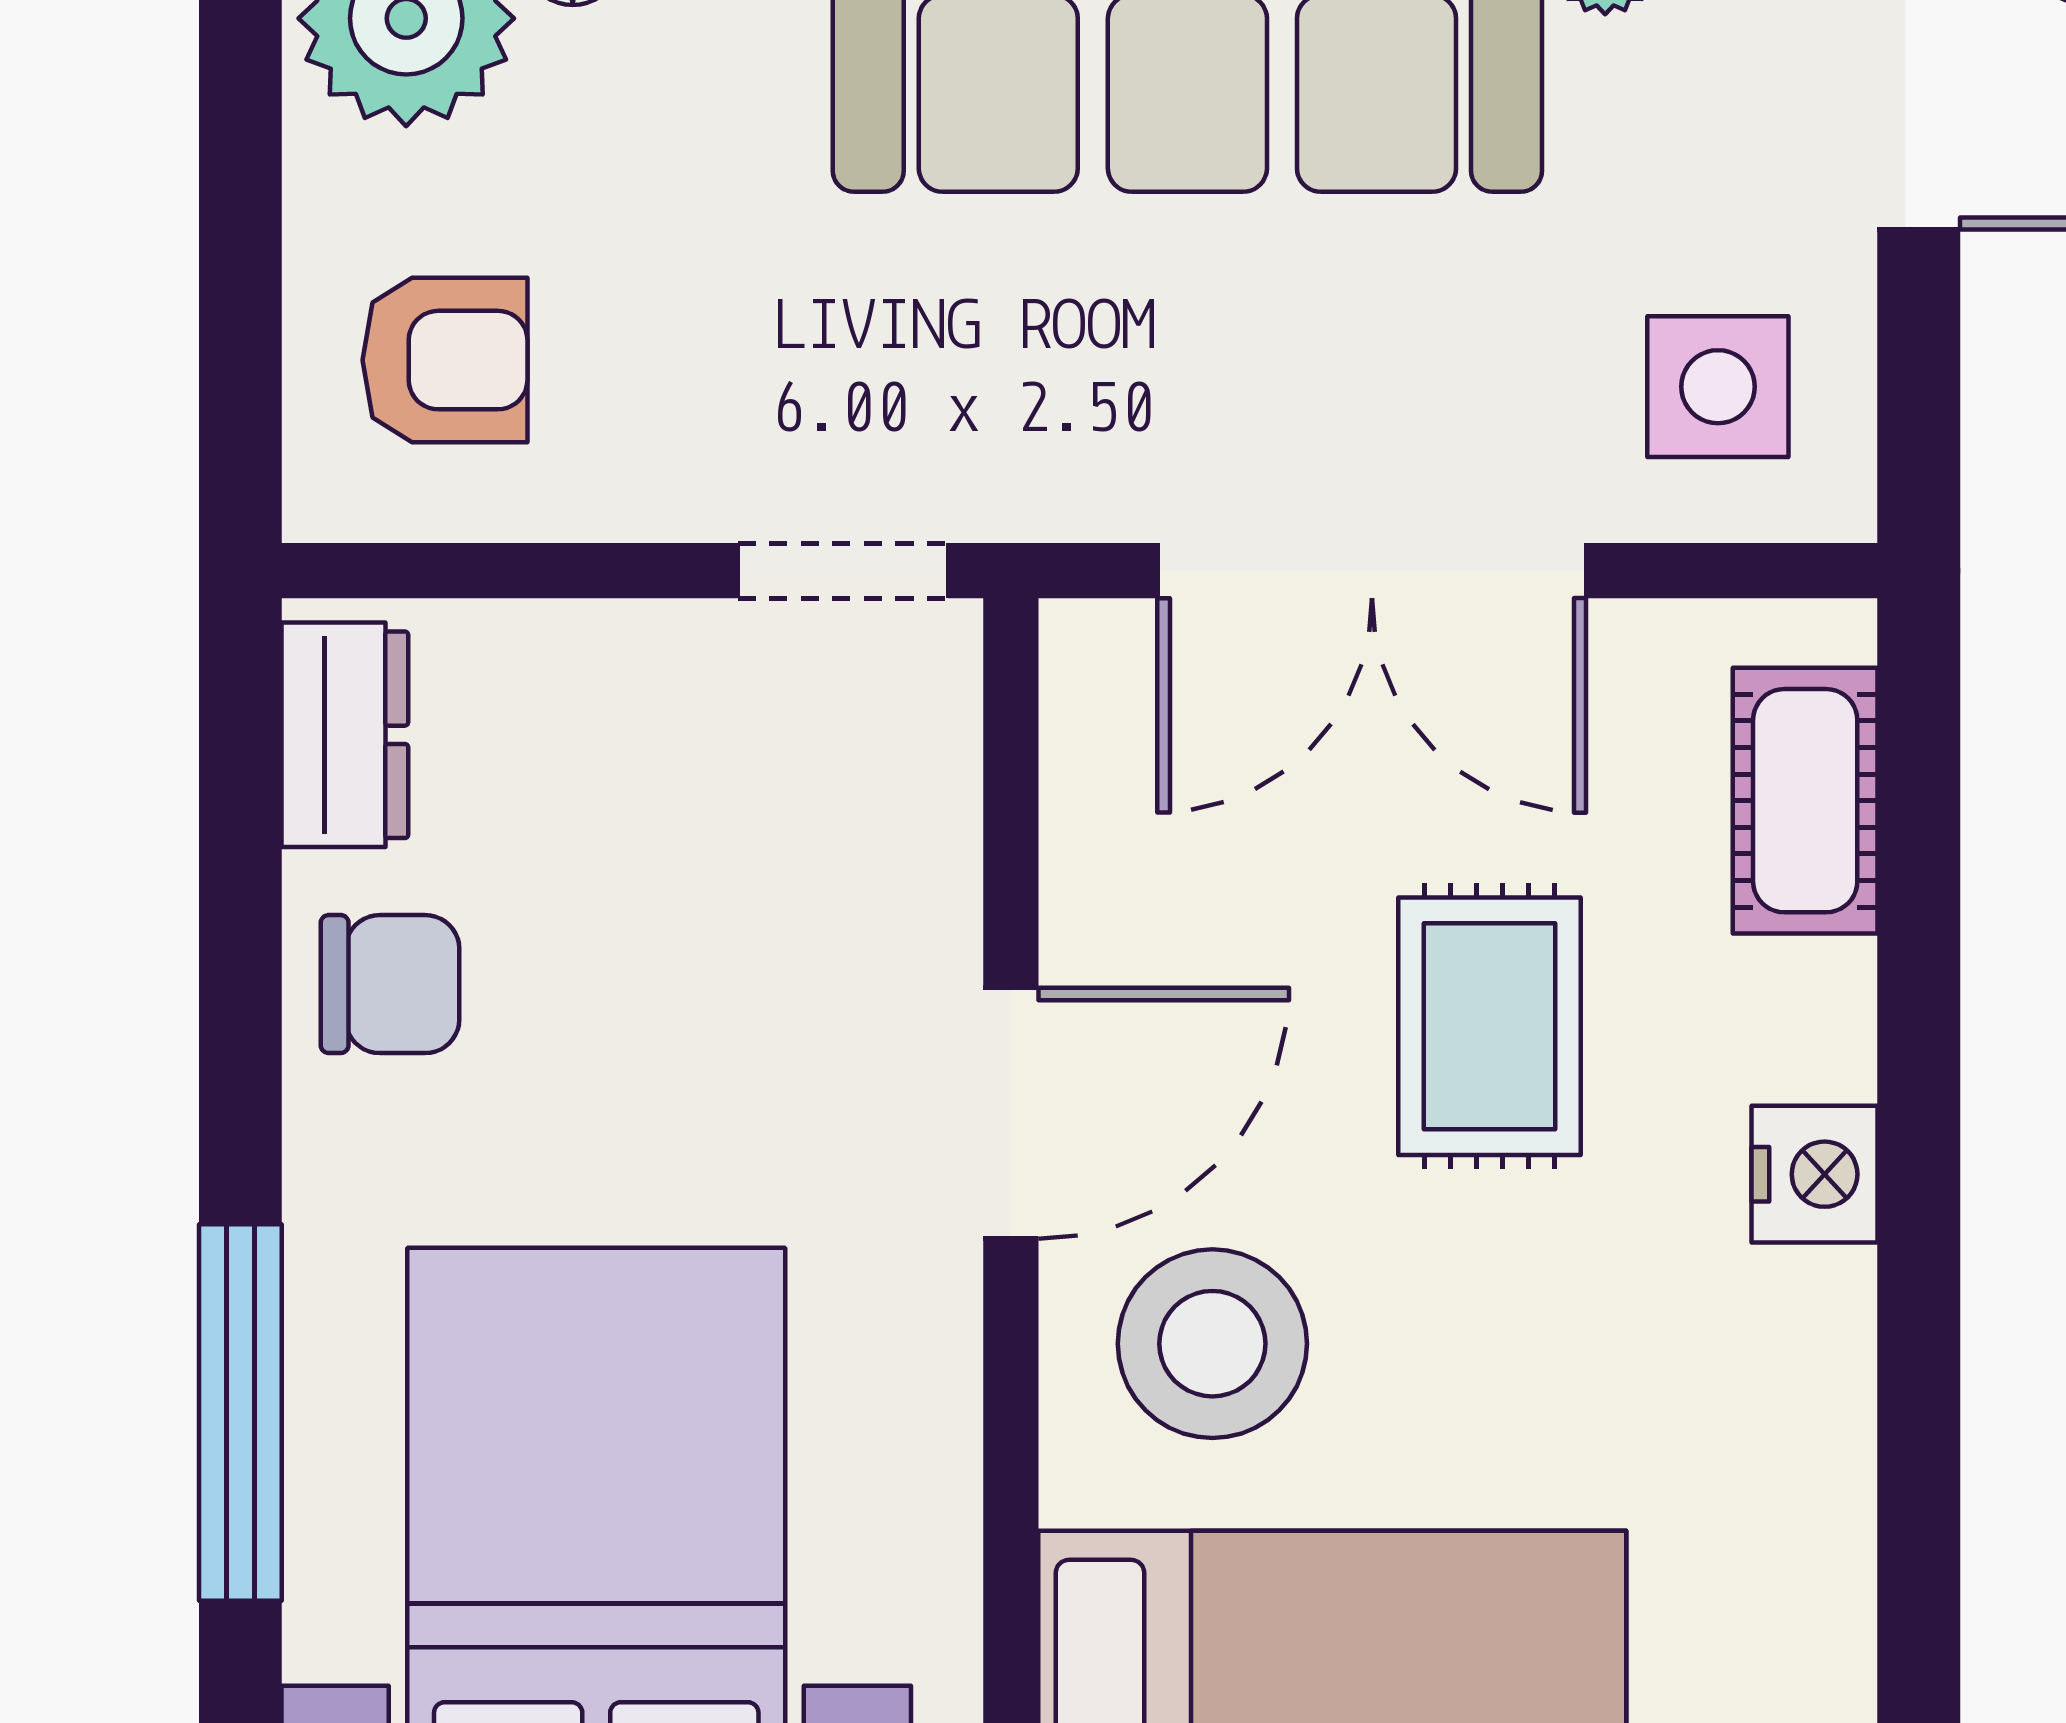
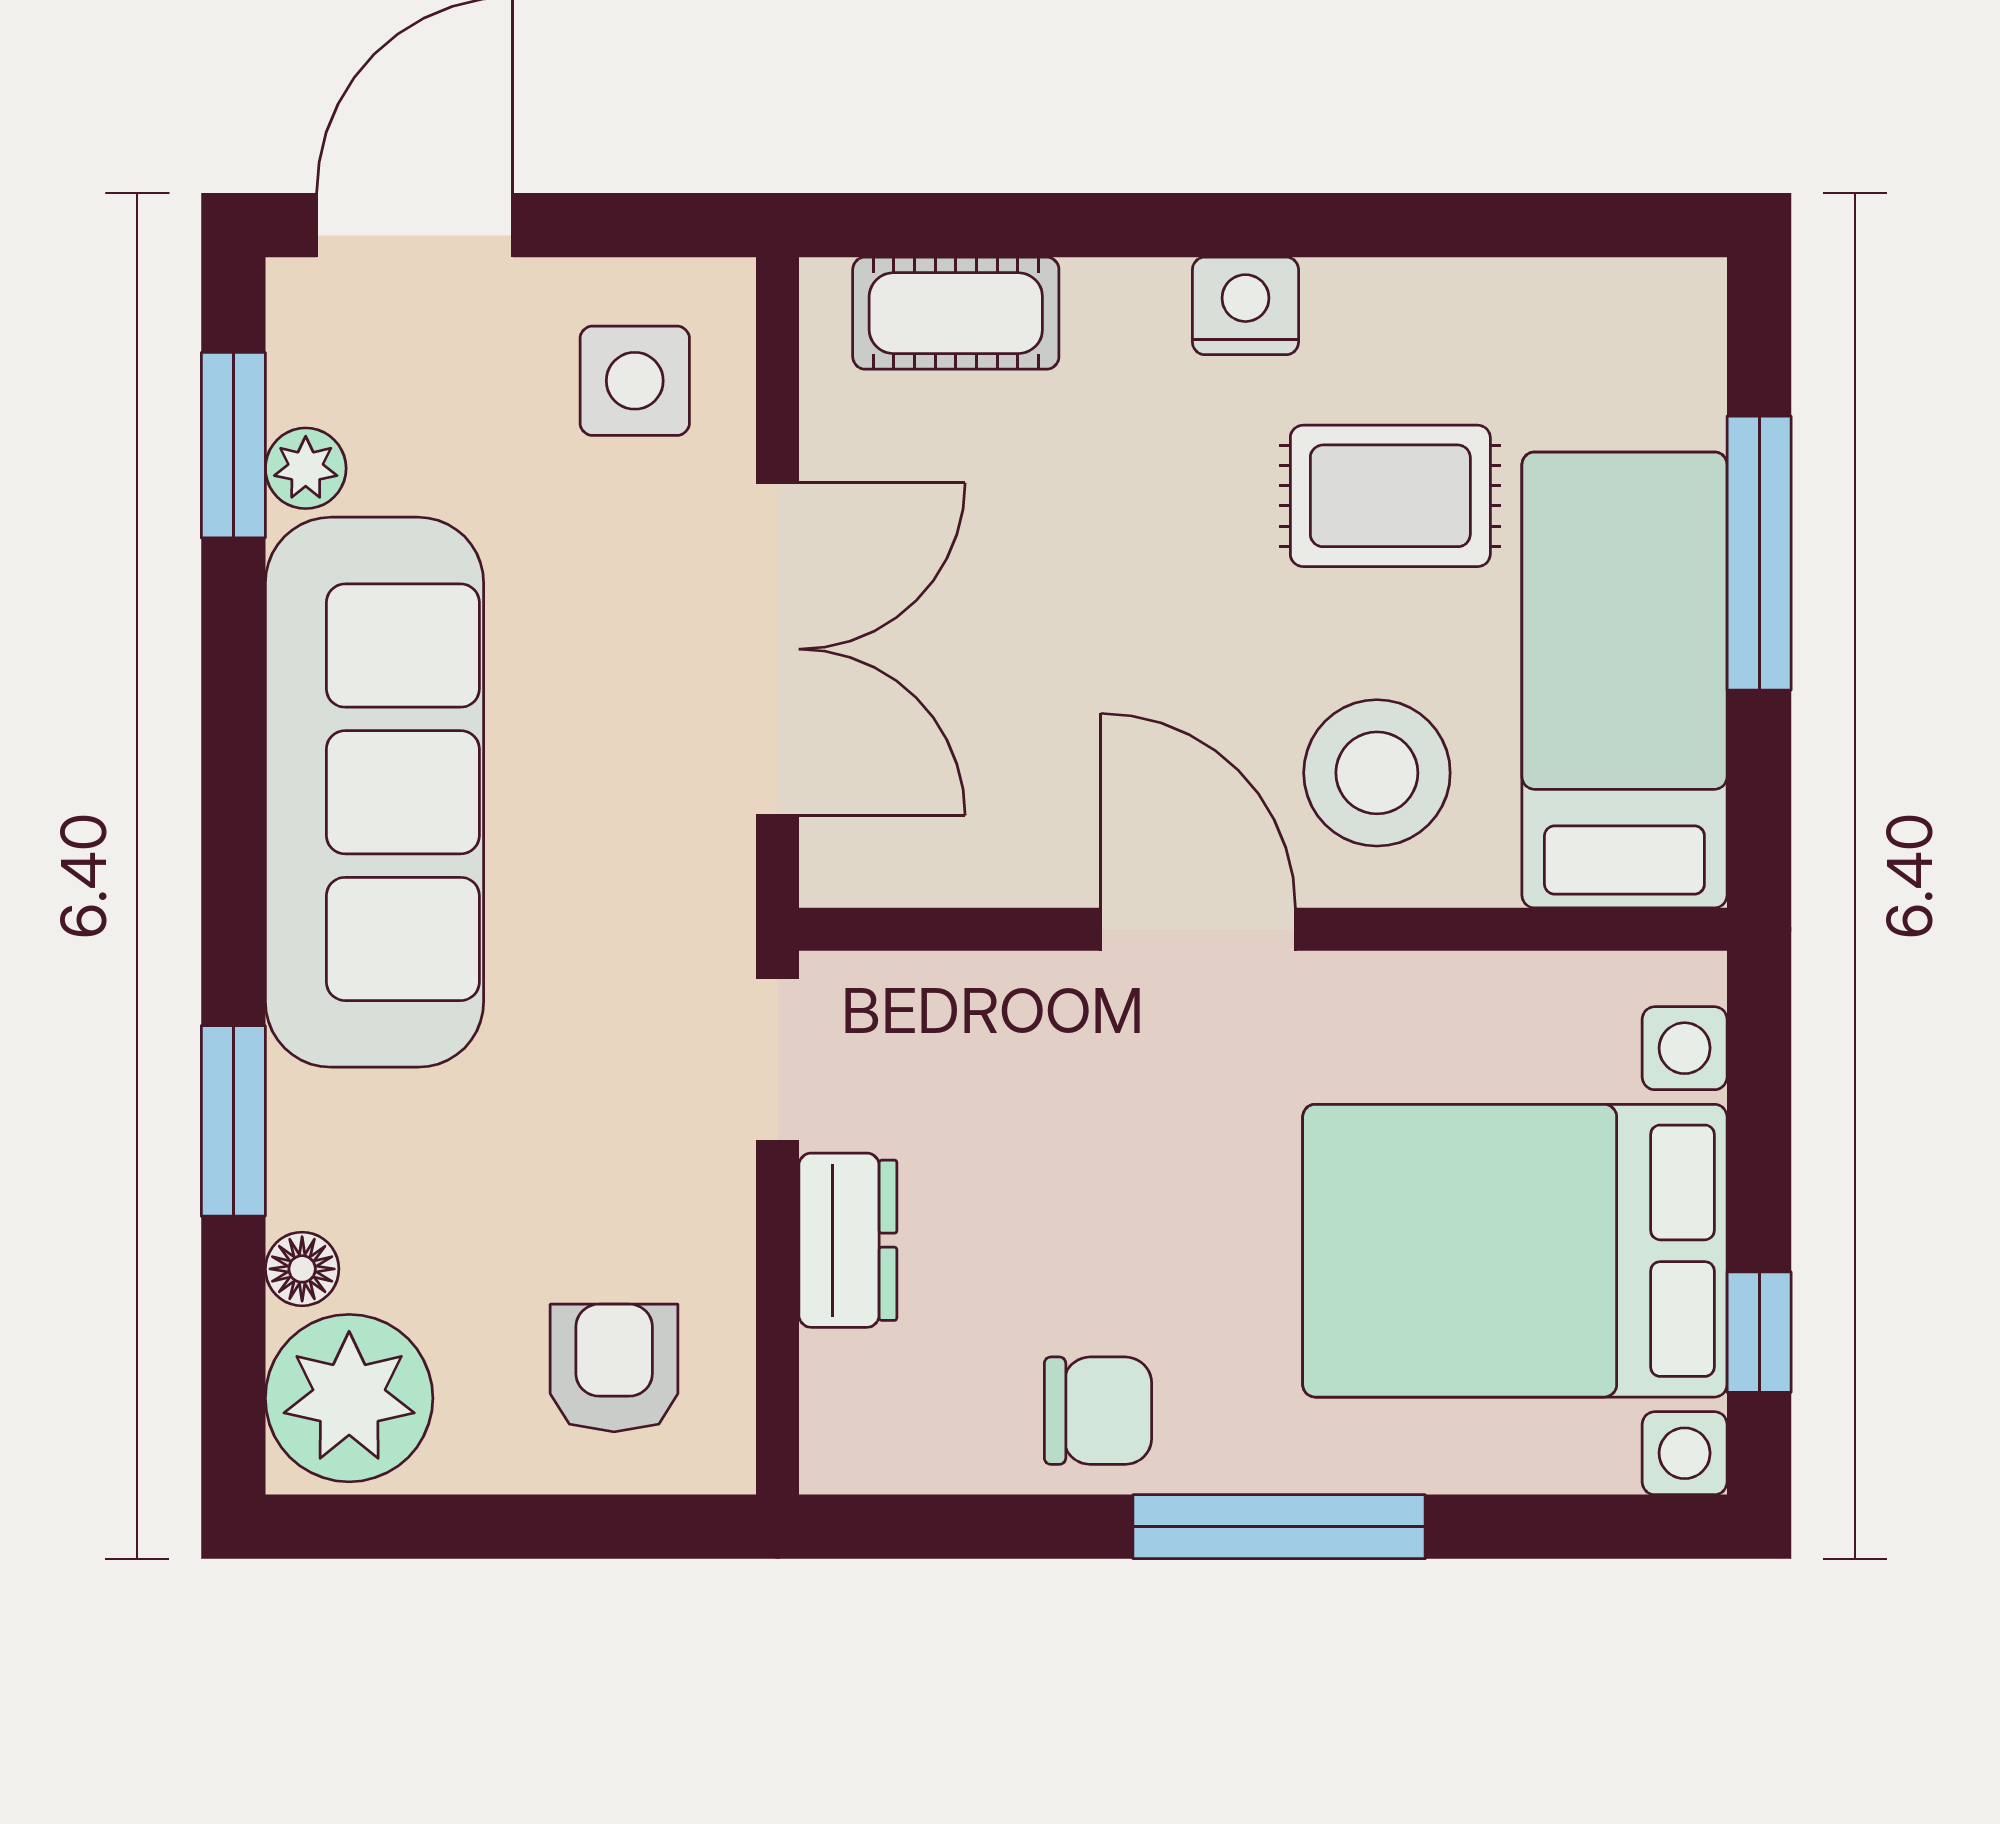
dresser: (345, 735) -> (848, 1240), moved, turned 90
chair: (390, 984) -> (1098, 1411), turned 90
rug: (1489, 1026) -> (1390, 496), moved
window: (240, 1413) -> (1279, 1527), moved

